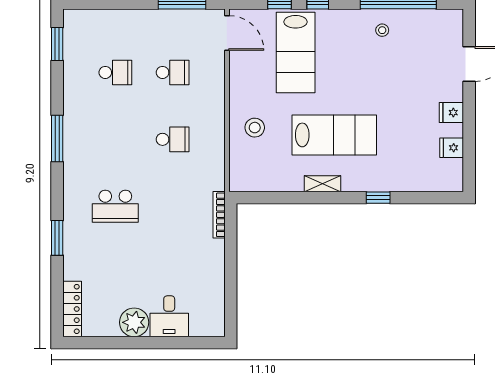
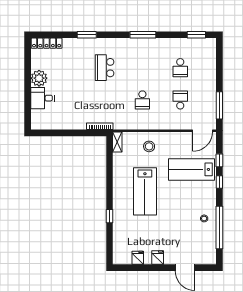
school desk: (173, 72) -> (180, 100), turned 180
shelving: (322, 184) -> (117, 142), moved

